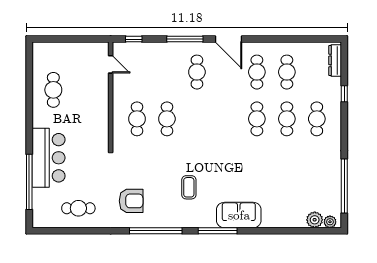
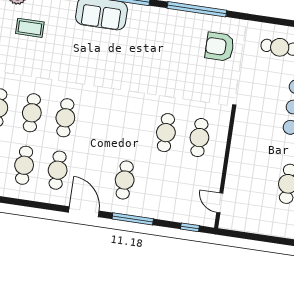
coffee table: (189, 187) -> (30, 28), moved, turned 90

